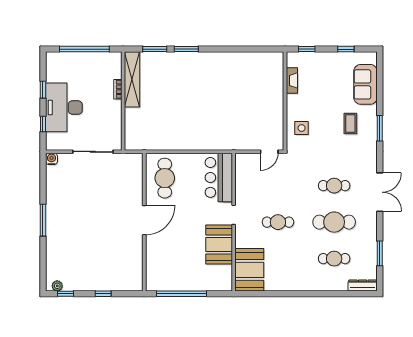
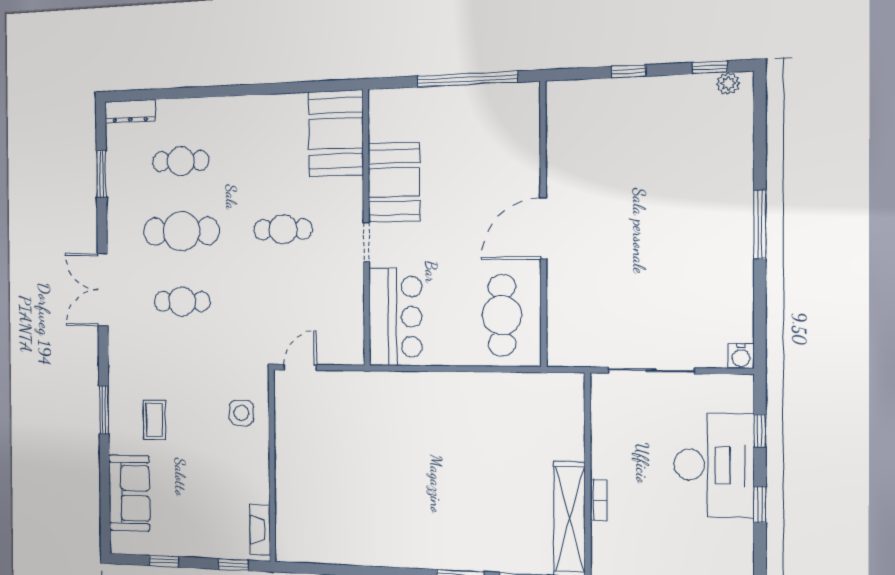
fireplace: (292, 80) -> (260, 530), moved

